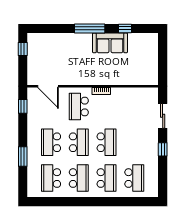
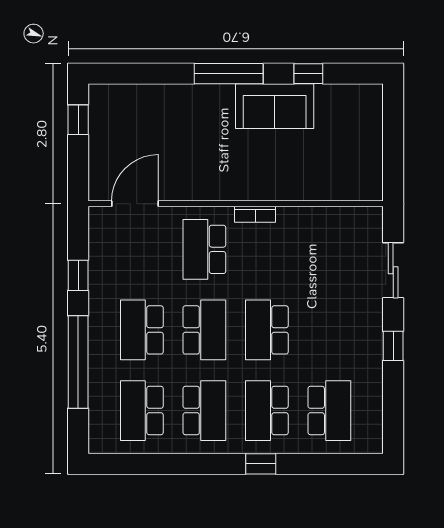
door: (48, 86) -> (135, 204), swing flipped
window: (23, 106) -> (78, 275), moved
school desk: (107, 142) -> (267, 330), turned 180
window: (23, 157) -> (78, 362), width x2.11
school desk: (107, 178) -> (267, 411), turned 180
window: (104, 202) -> (261, 464), added

